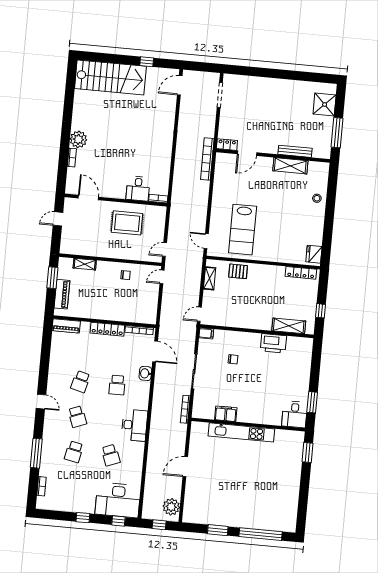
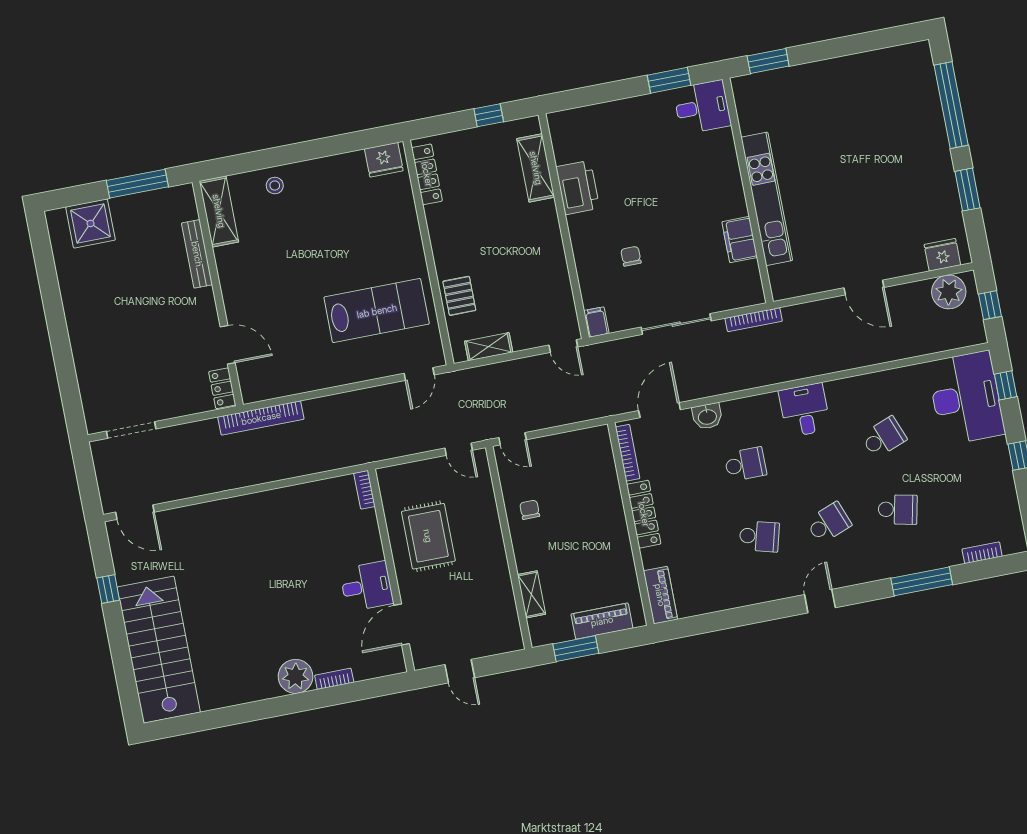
shelving: (290, 166) -> (219, 211), moved
desk: (138, 189) -> (367, 586), moved
desk: (134, 425) -> (805, 410), width x0.73
fridge: (190, 509) -> (942, 255), added

